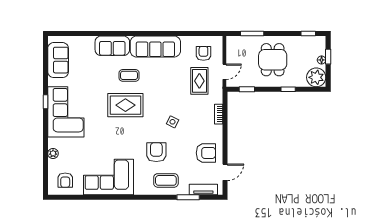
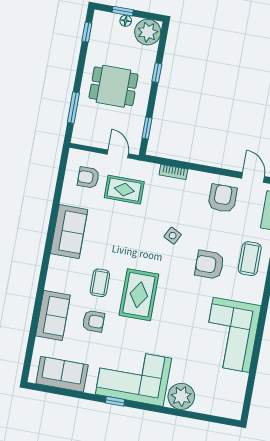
sofa: (112, 46) -> (53, 315), moved
sofa: (155, 47) -> (69, 232), width x0.73
plant: (53, 153) -> (181, 396), width x1.88, depth x1.88
armchair: (65, 180) -> (93, 321), moved

